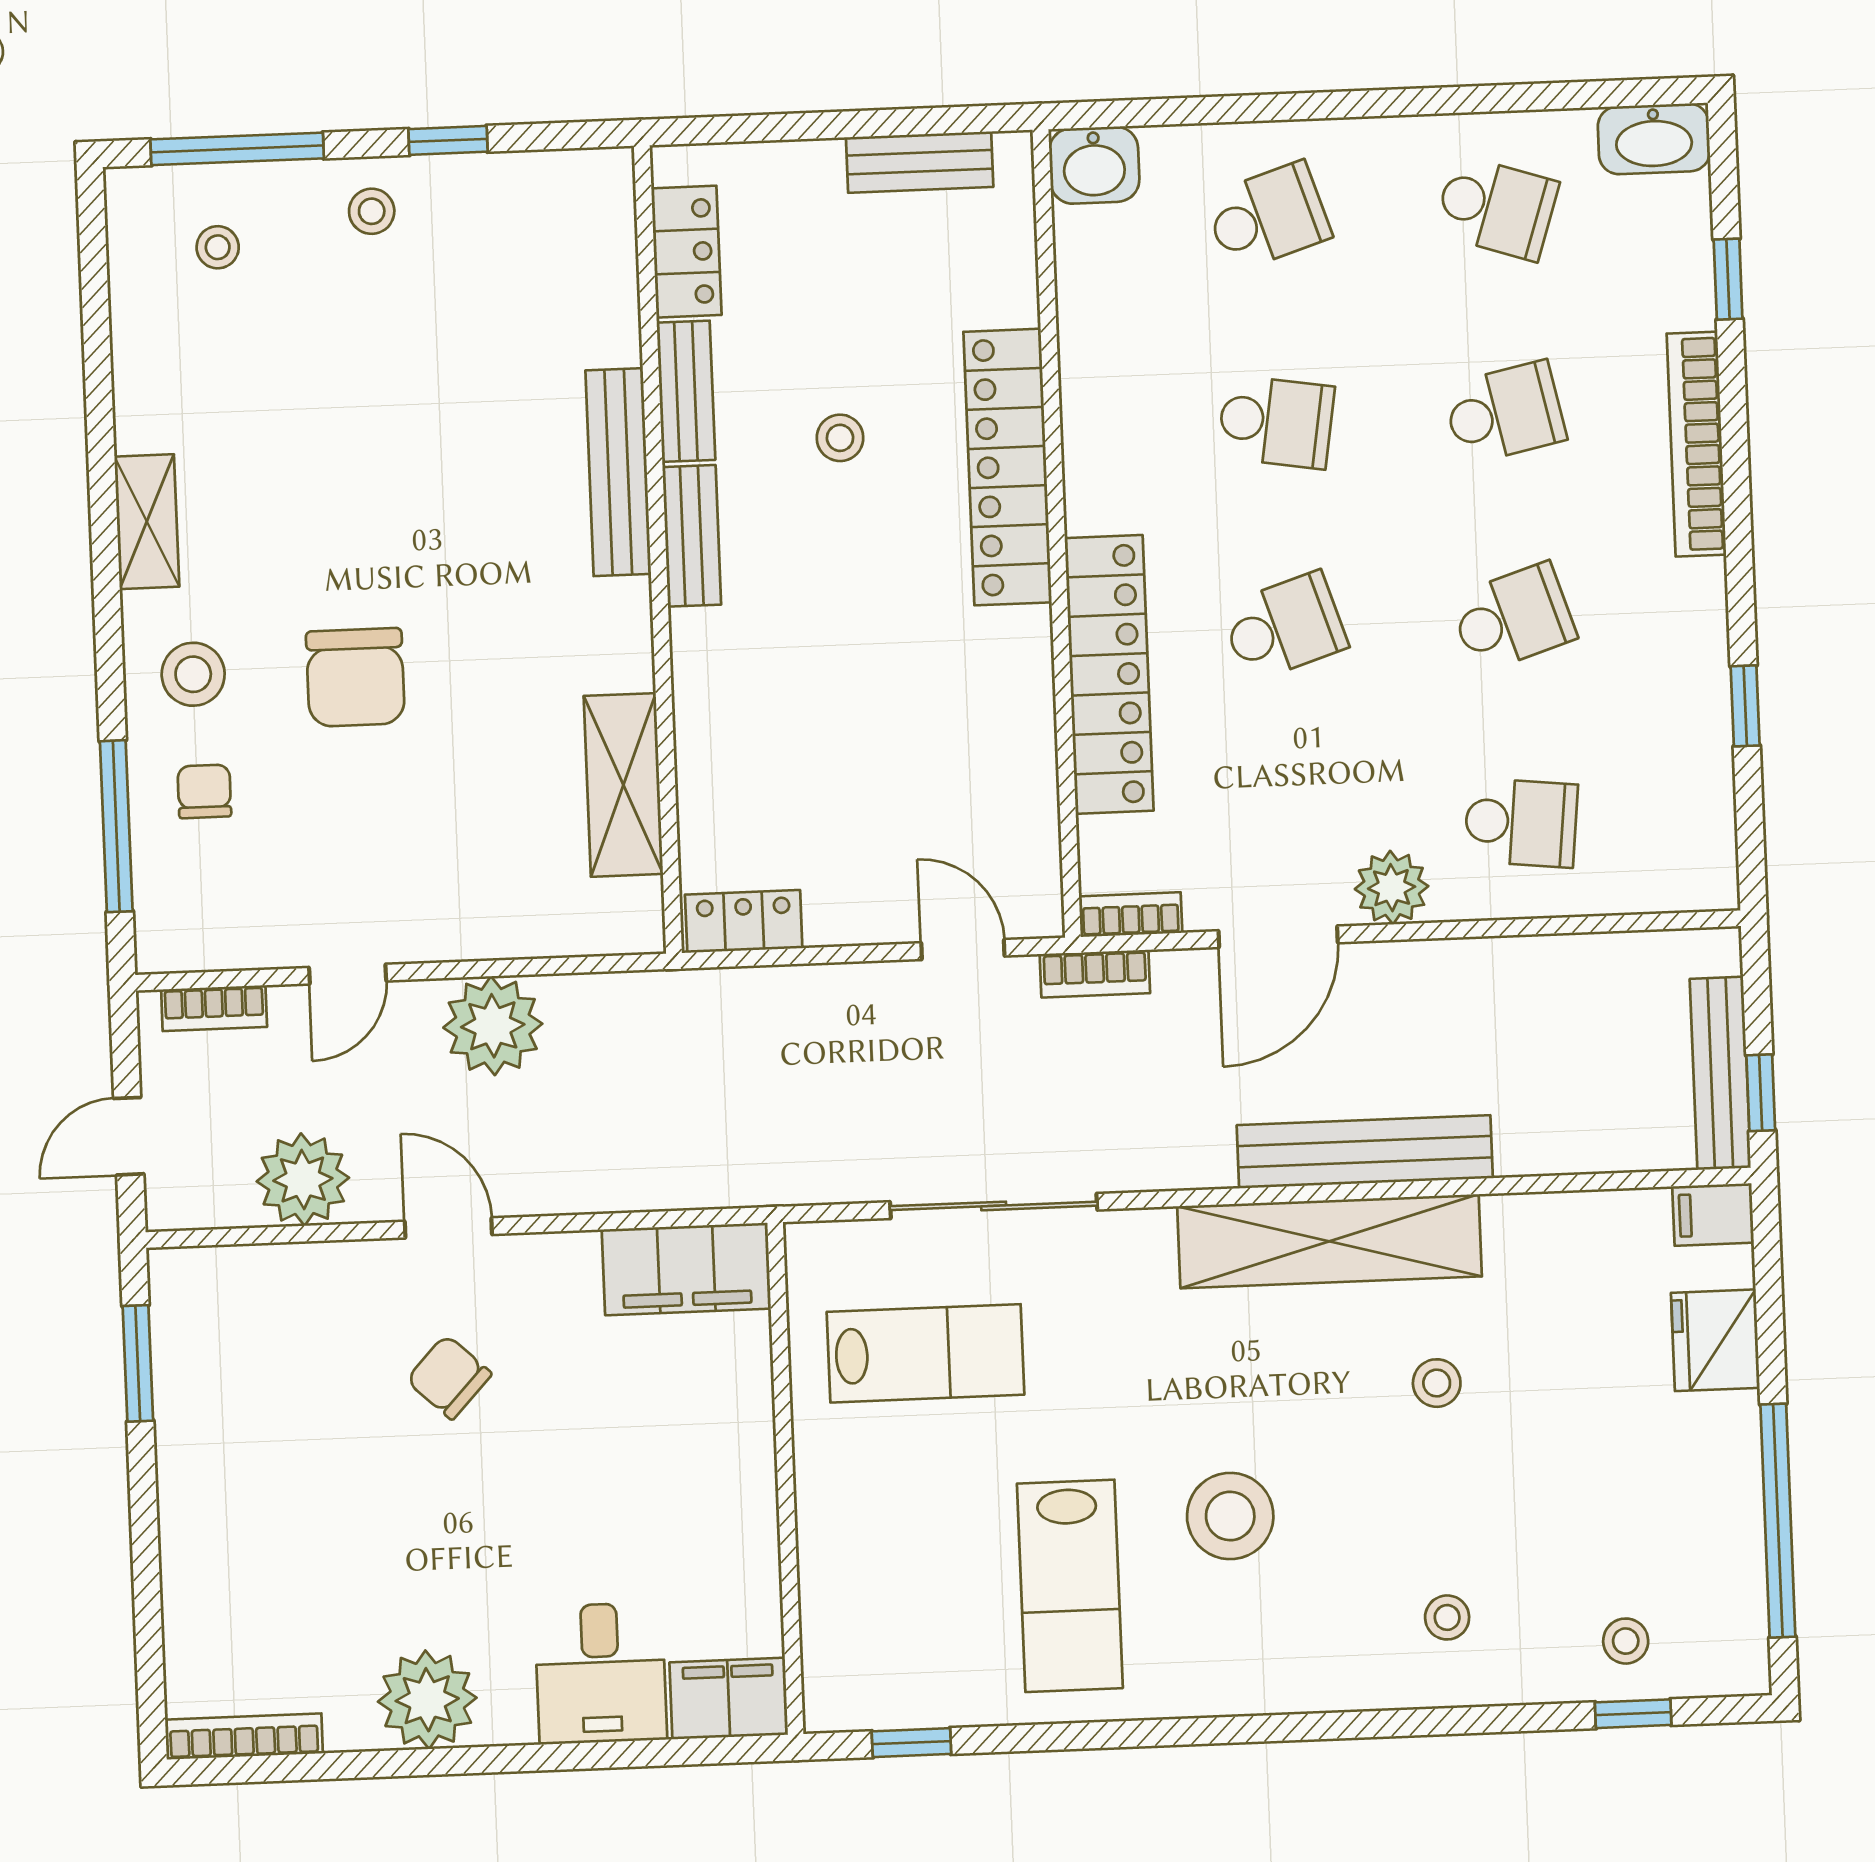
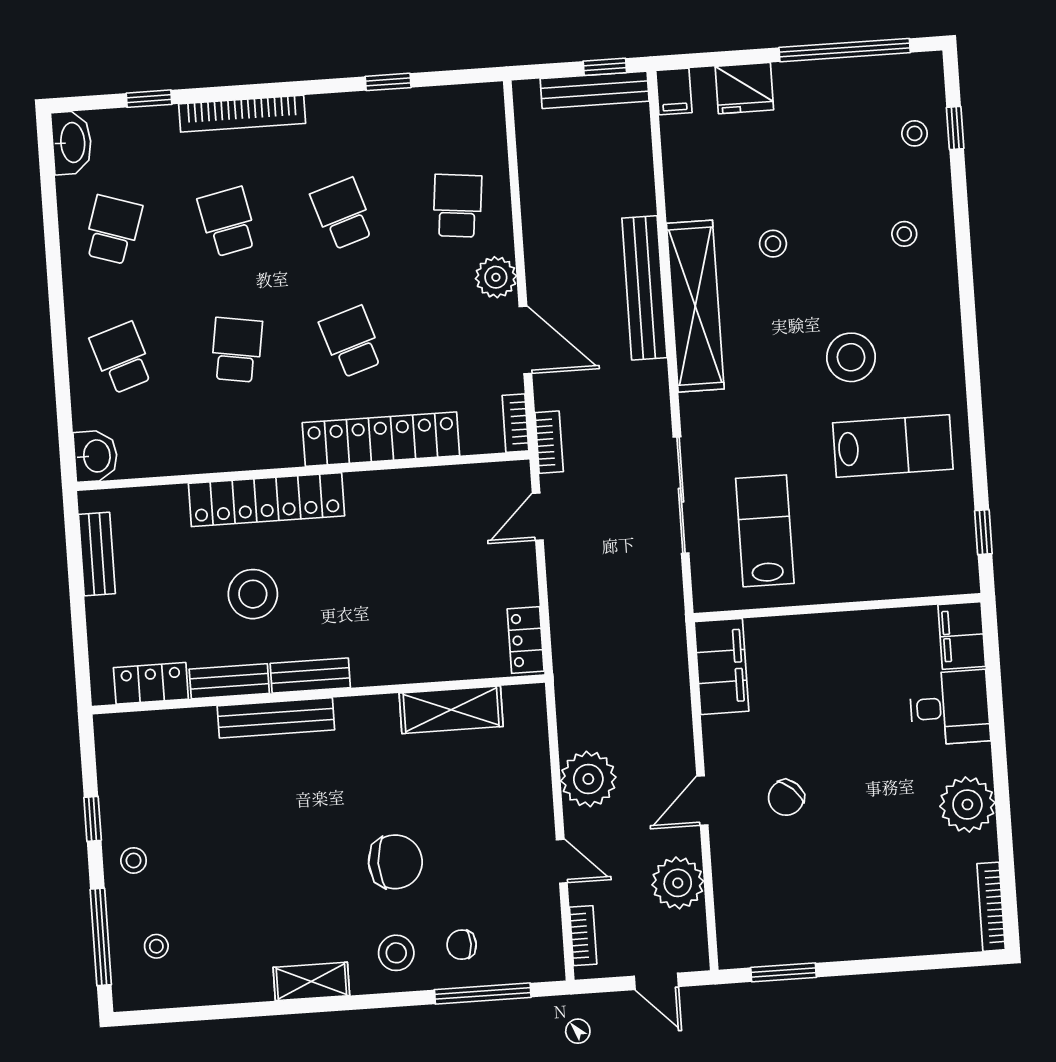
stool: (840, 438) -> (253, 594), width x1.89, depth x1.89

